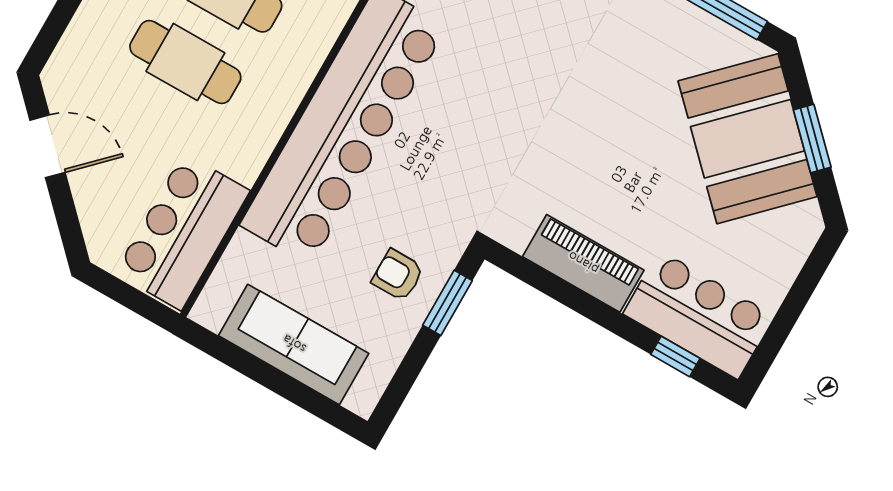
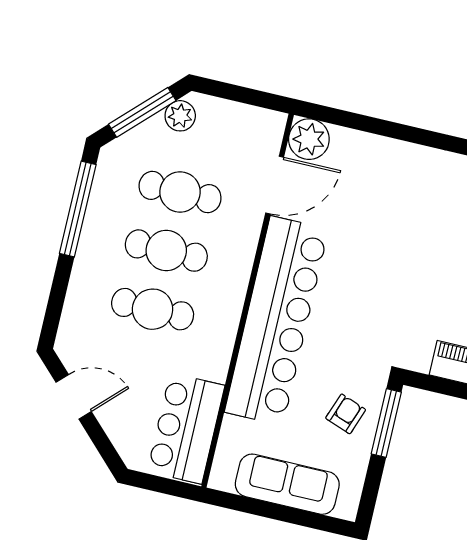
armchair: (398, 275) -> (346, 414), turned 110
window: (447, 303) -> (386, 423), width x1.44

